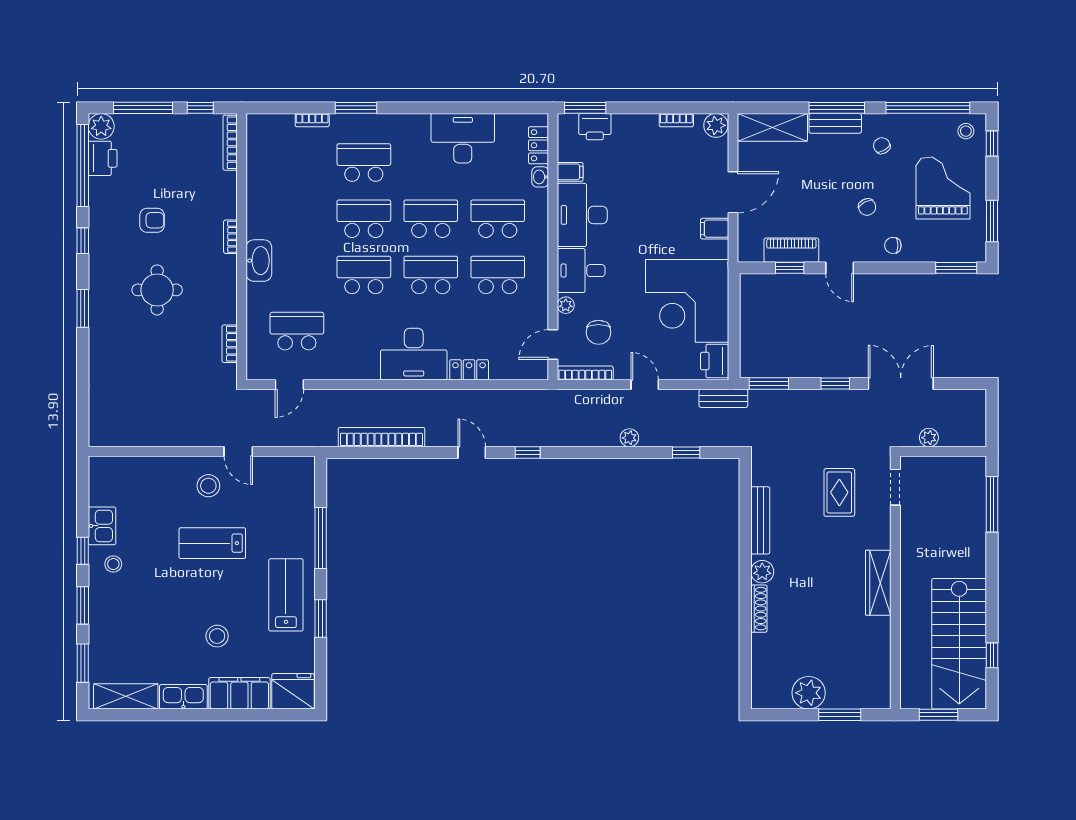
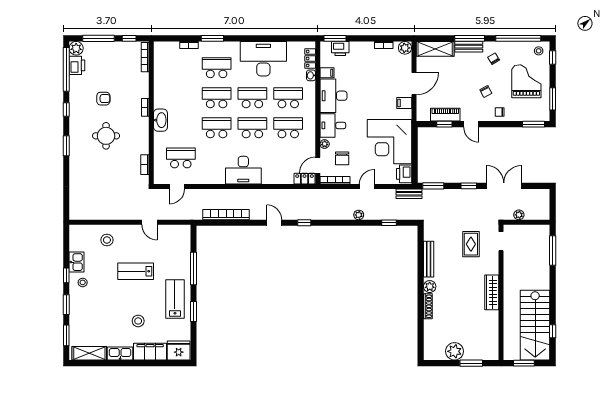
desk: (463, 138) -> (263, 59), width x1.36, depth x1.30
locker: (469, 370) -> (304, 179), moved
door: (645, 385) -> (367, 186), hinge flipped
stool: (208, 486) -> (107, 240), moved

